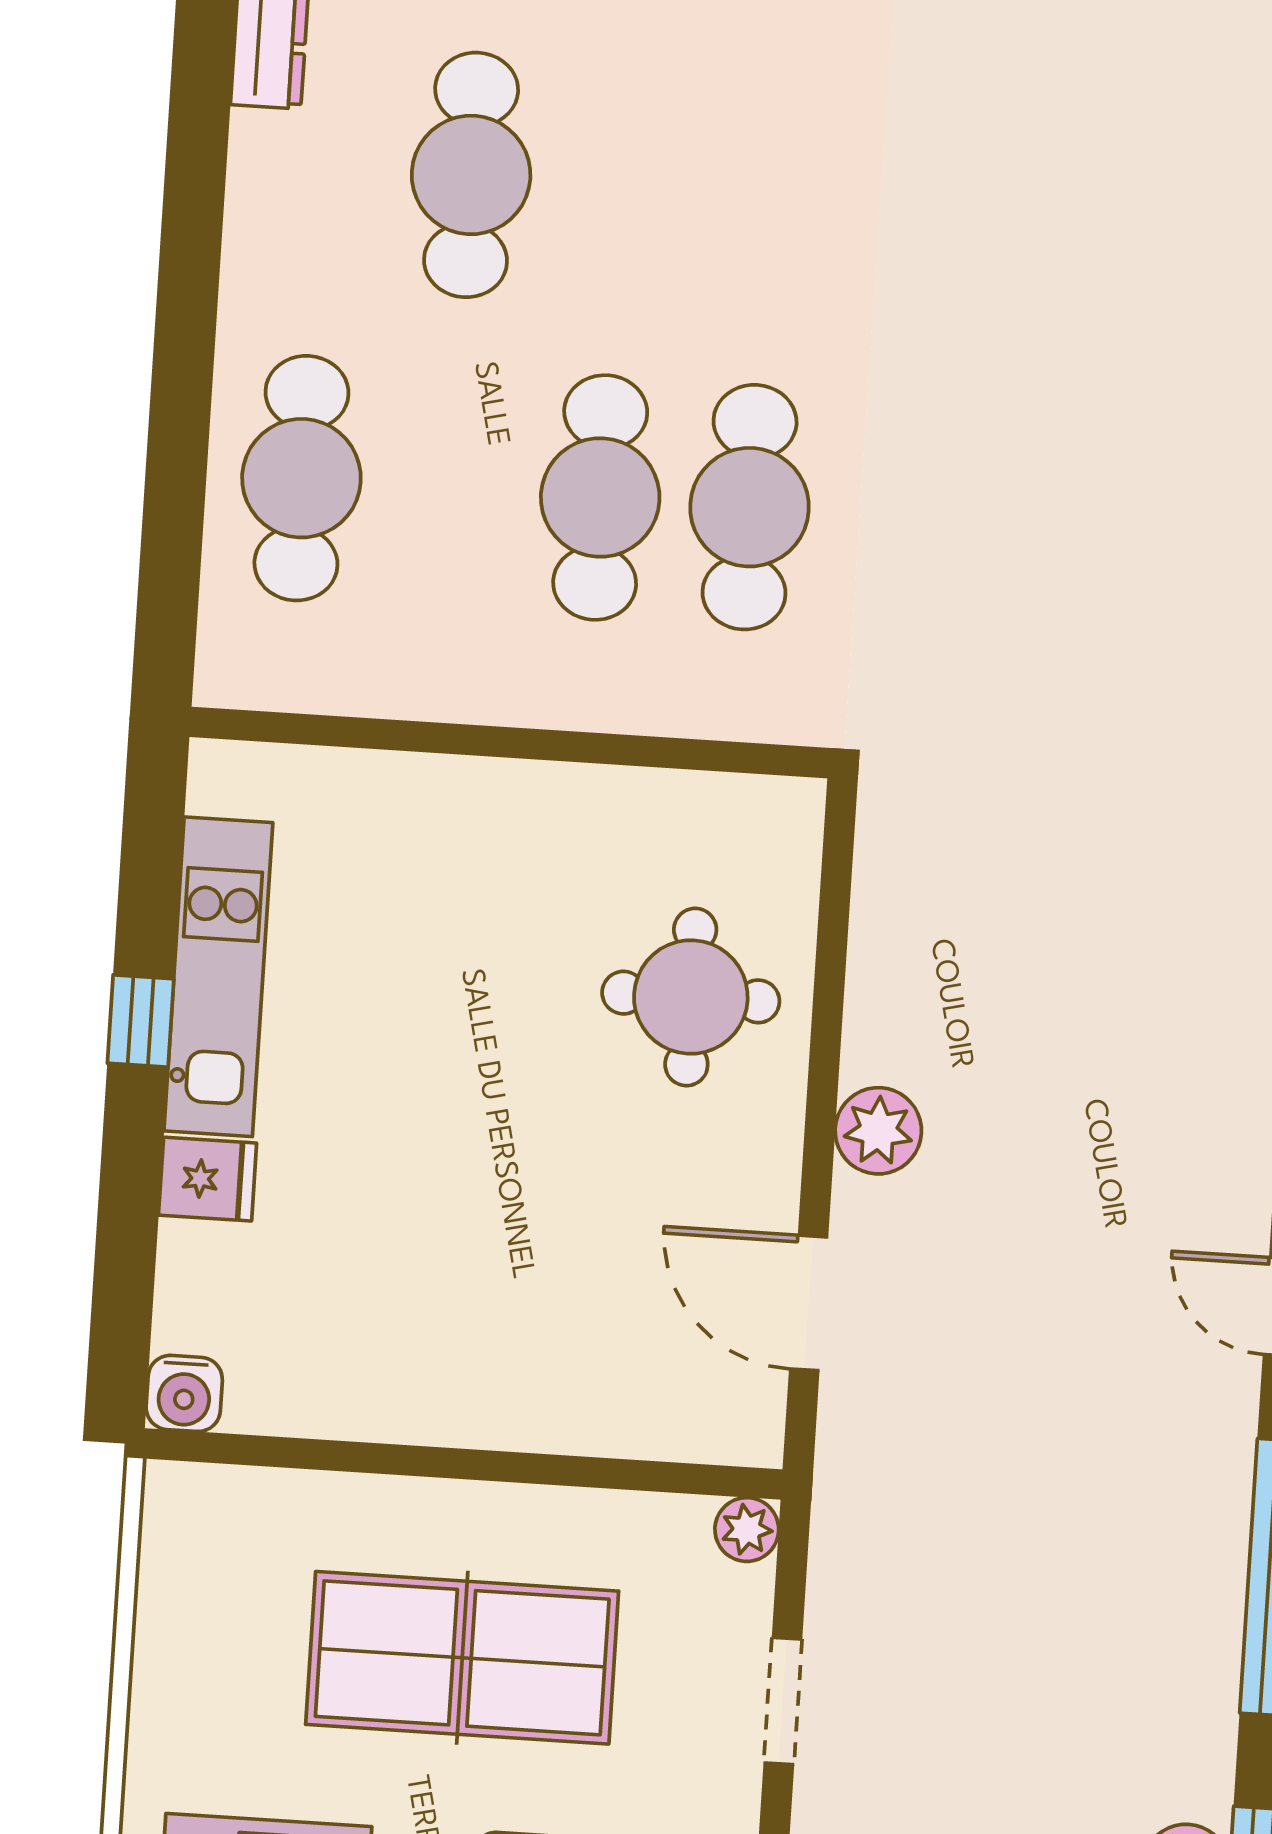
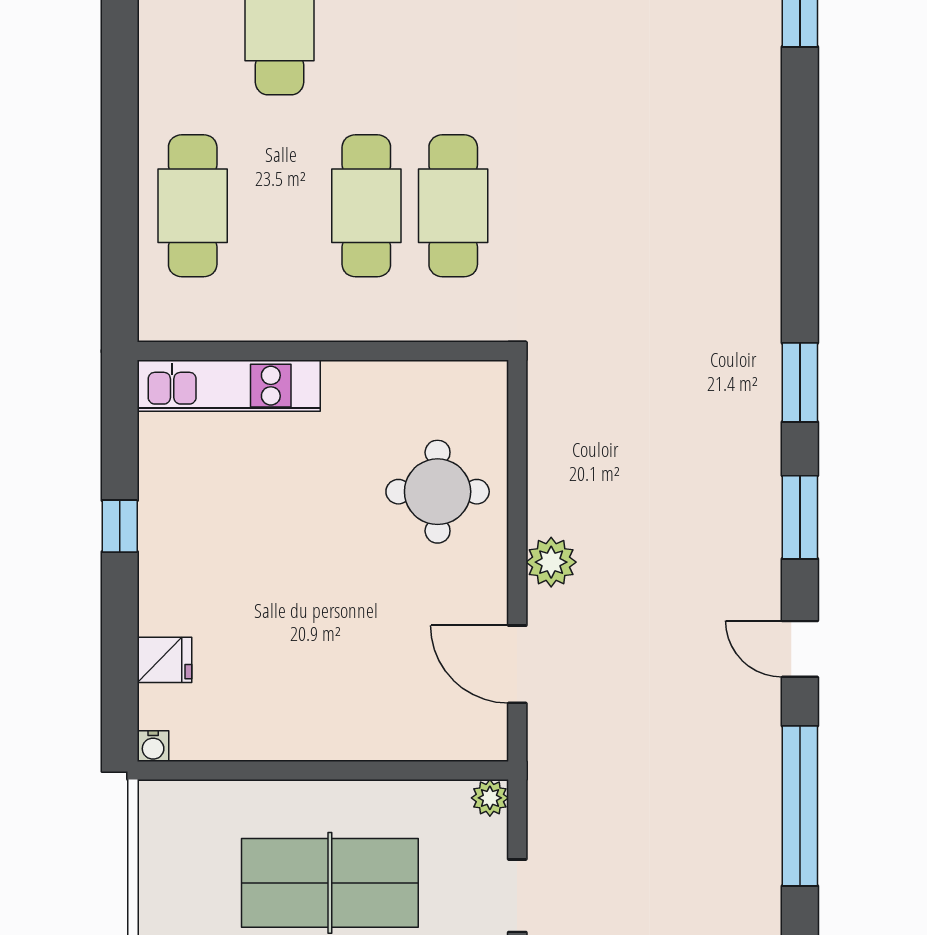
kitchen unit: (218, 977) -> (229, 386), moved, turned 90
fridge: (208, 1179) -> (164, 660), moved
water cooler: (184, 1393) -> (153, 746), width x0.72, depth x0.72

